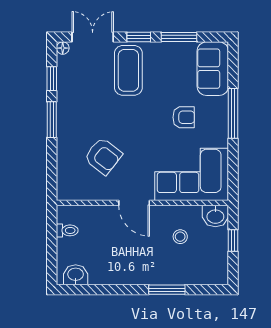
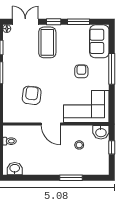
armchair: (184, 117) -> (81, 71), turned -90
armchair: (103, 156) -> (32, 95), turned -121

